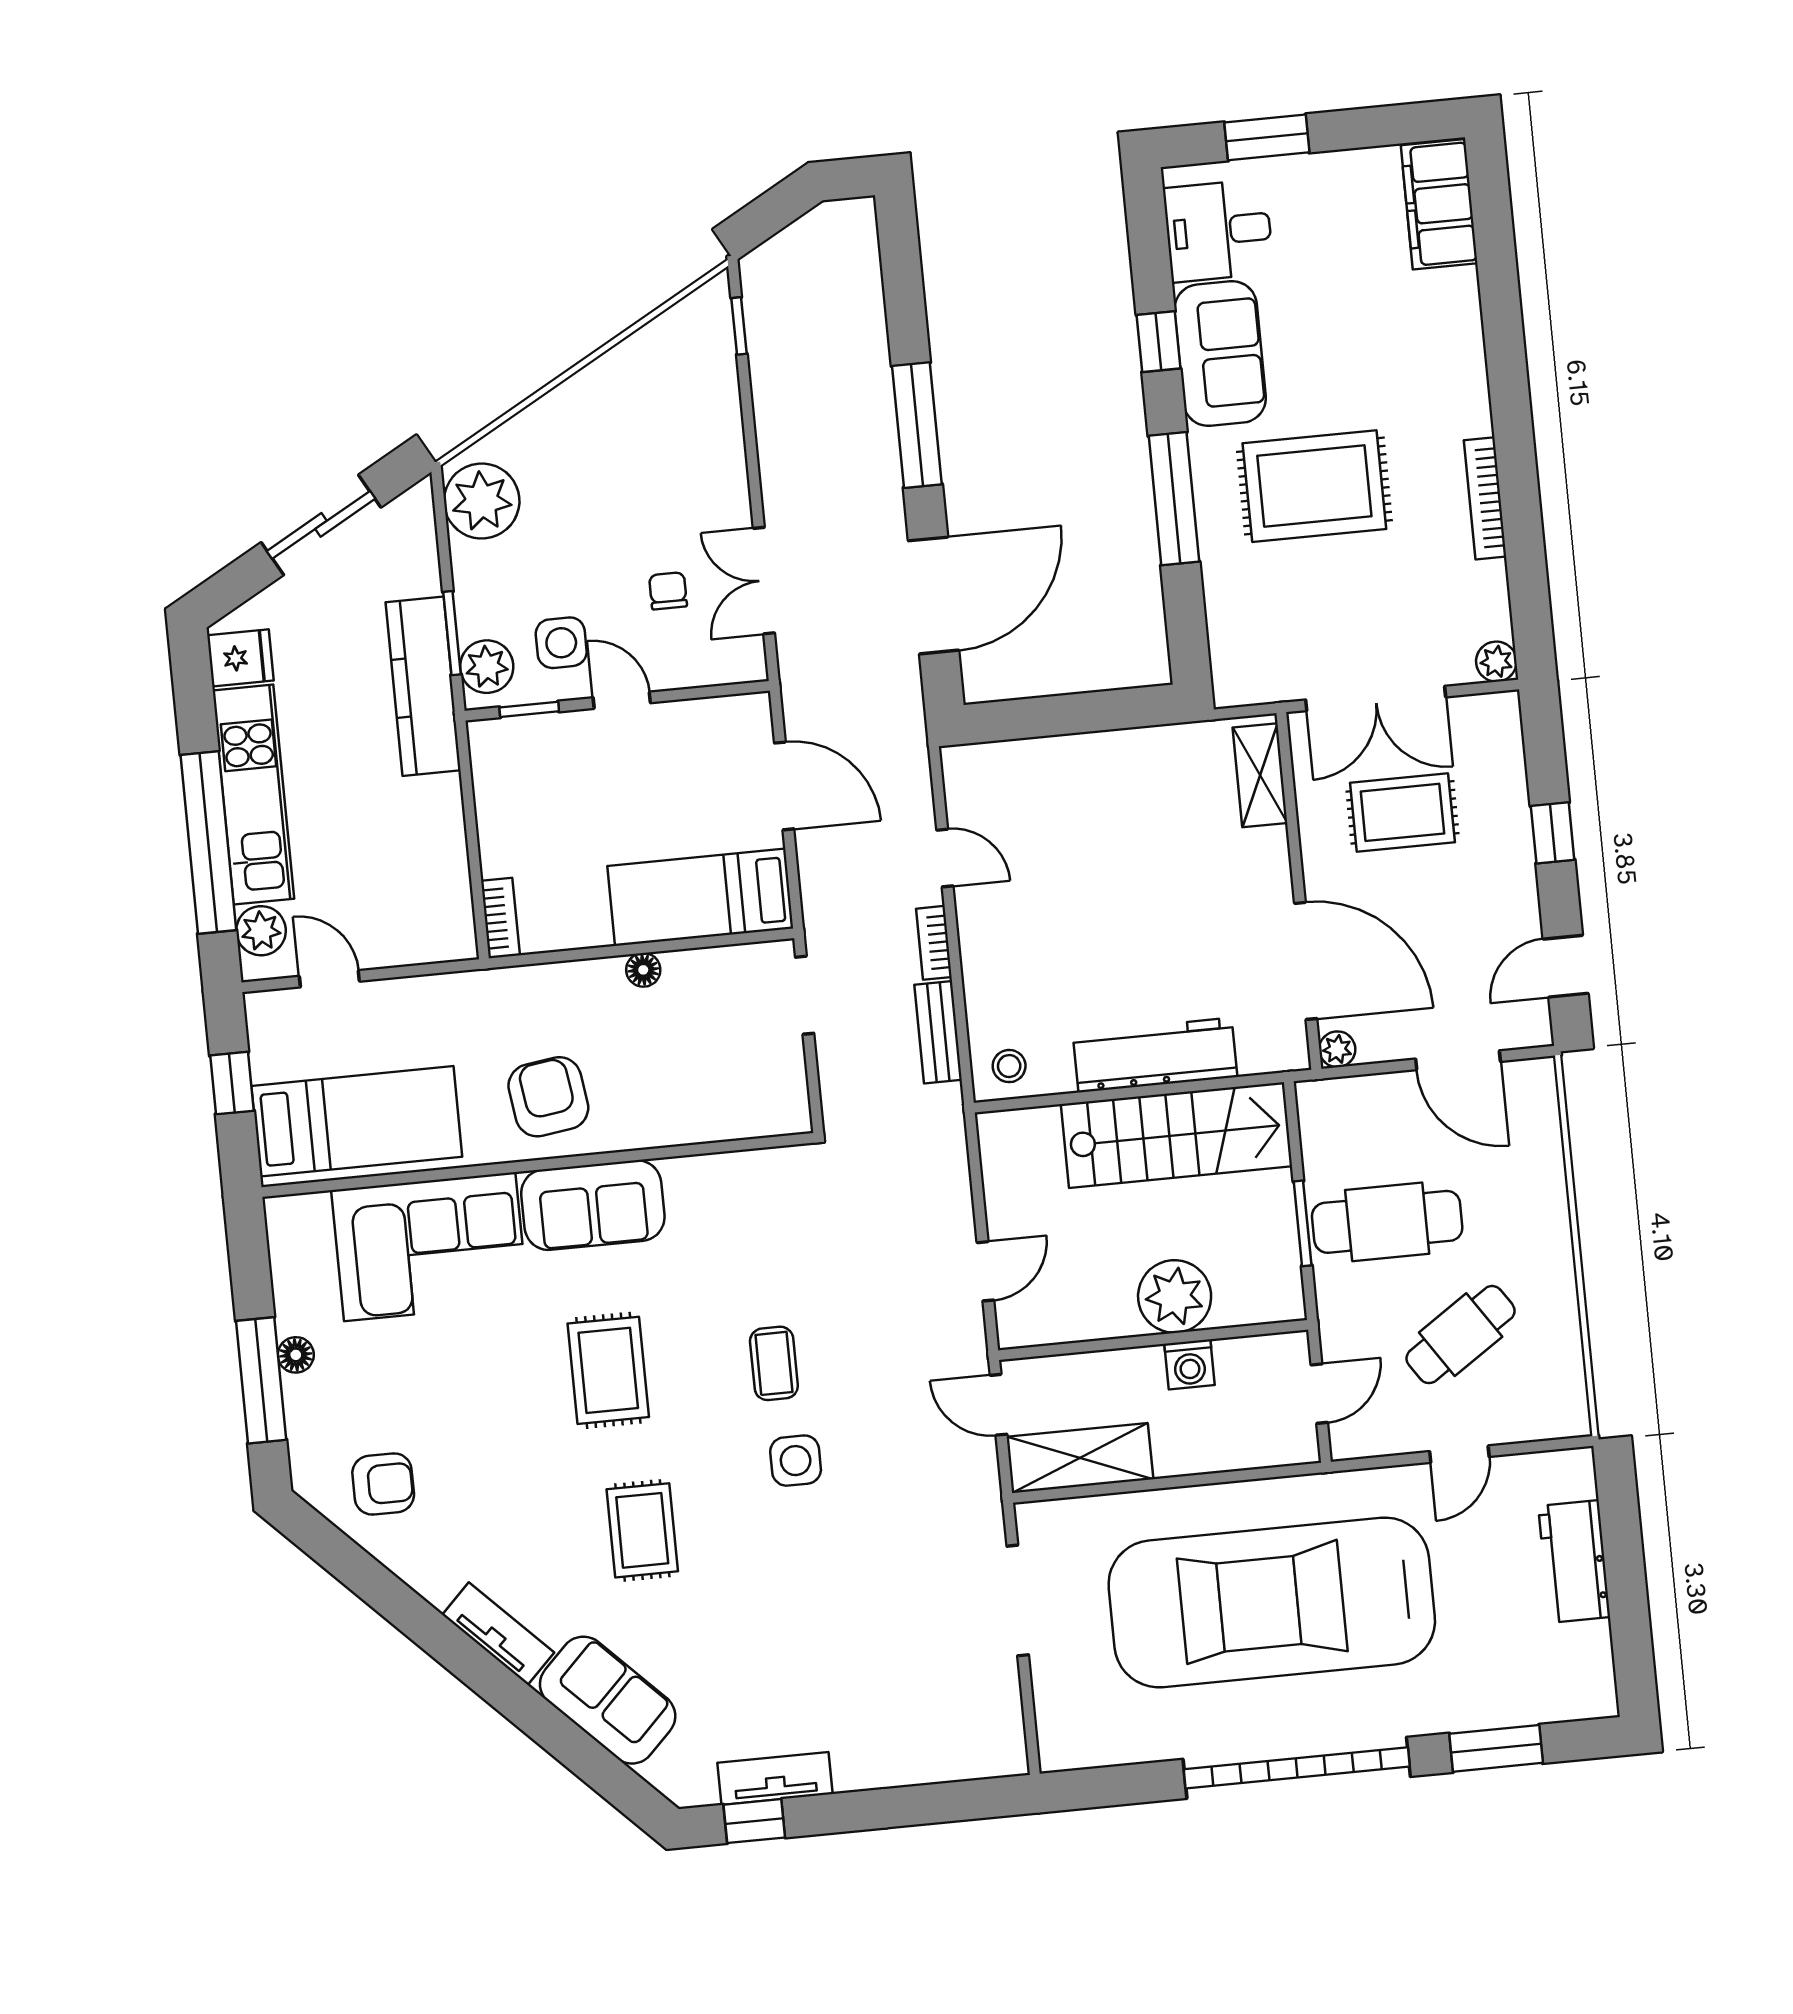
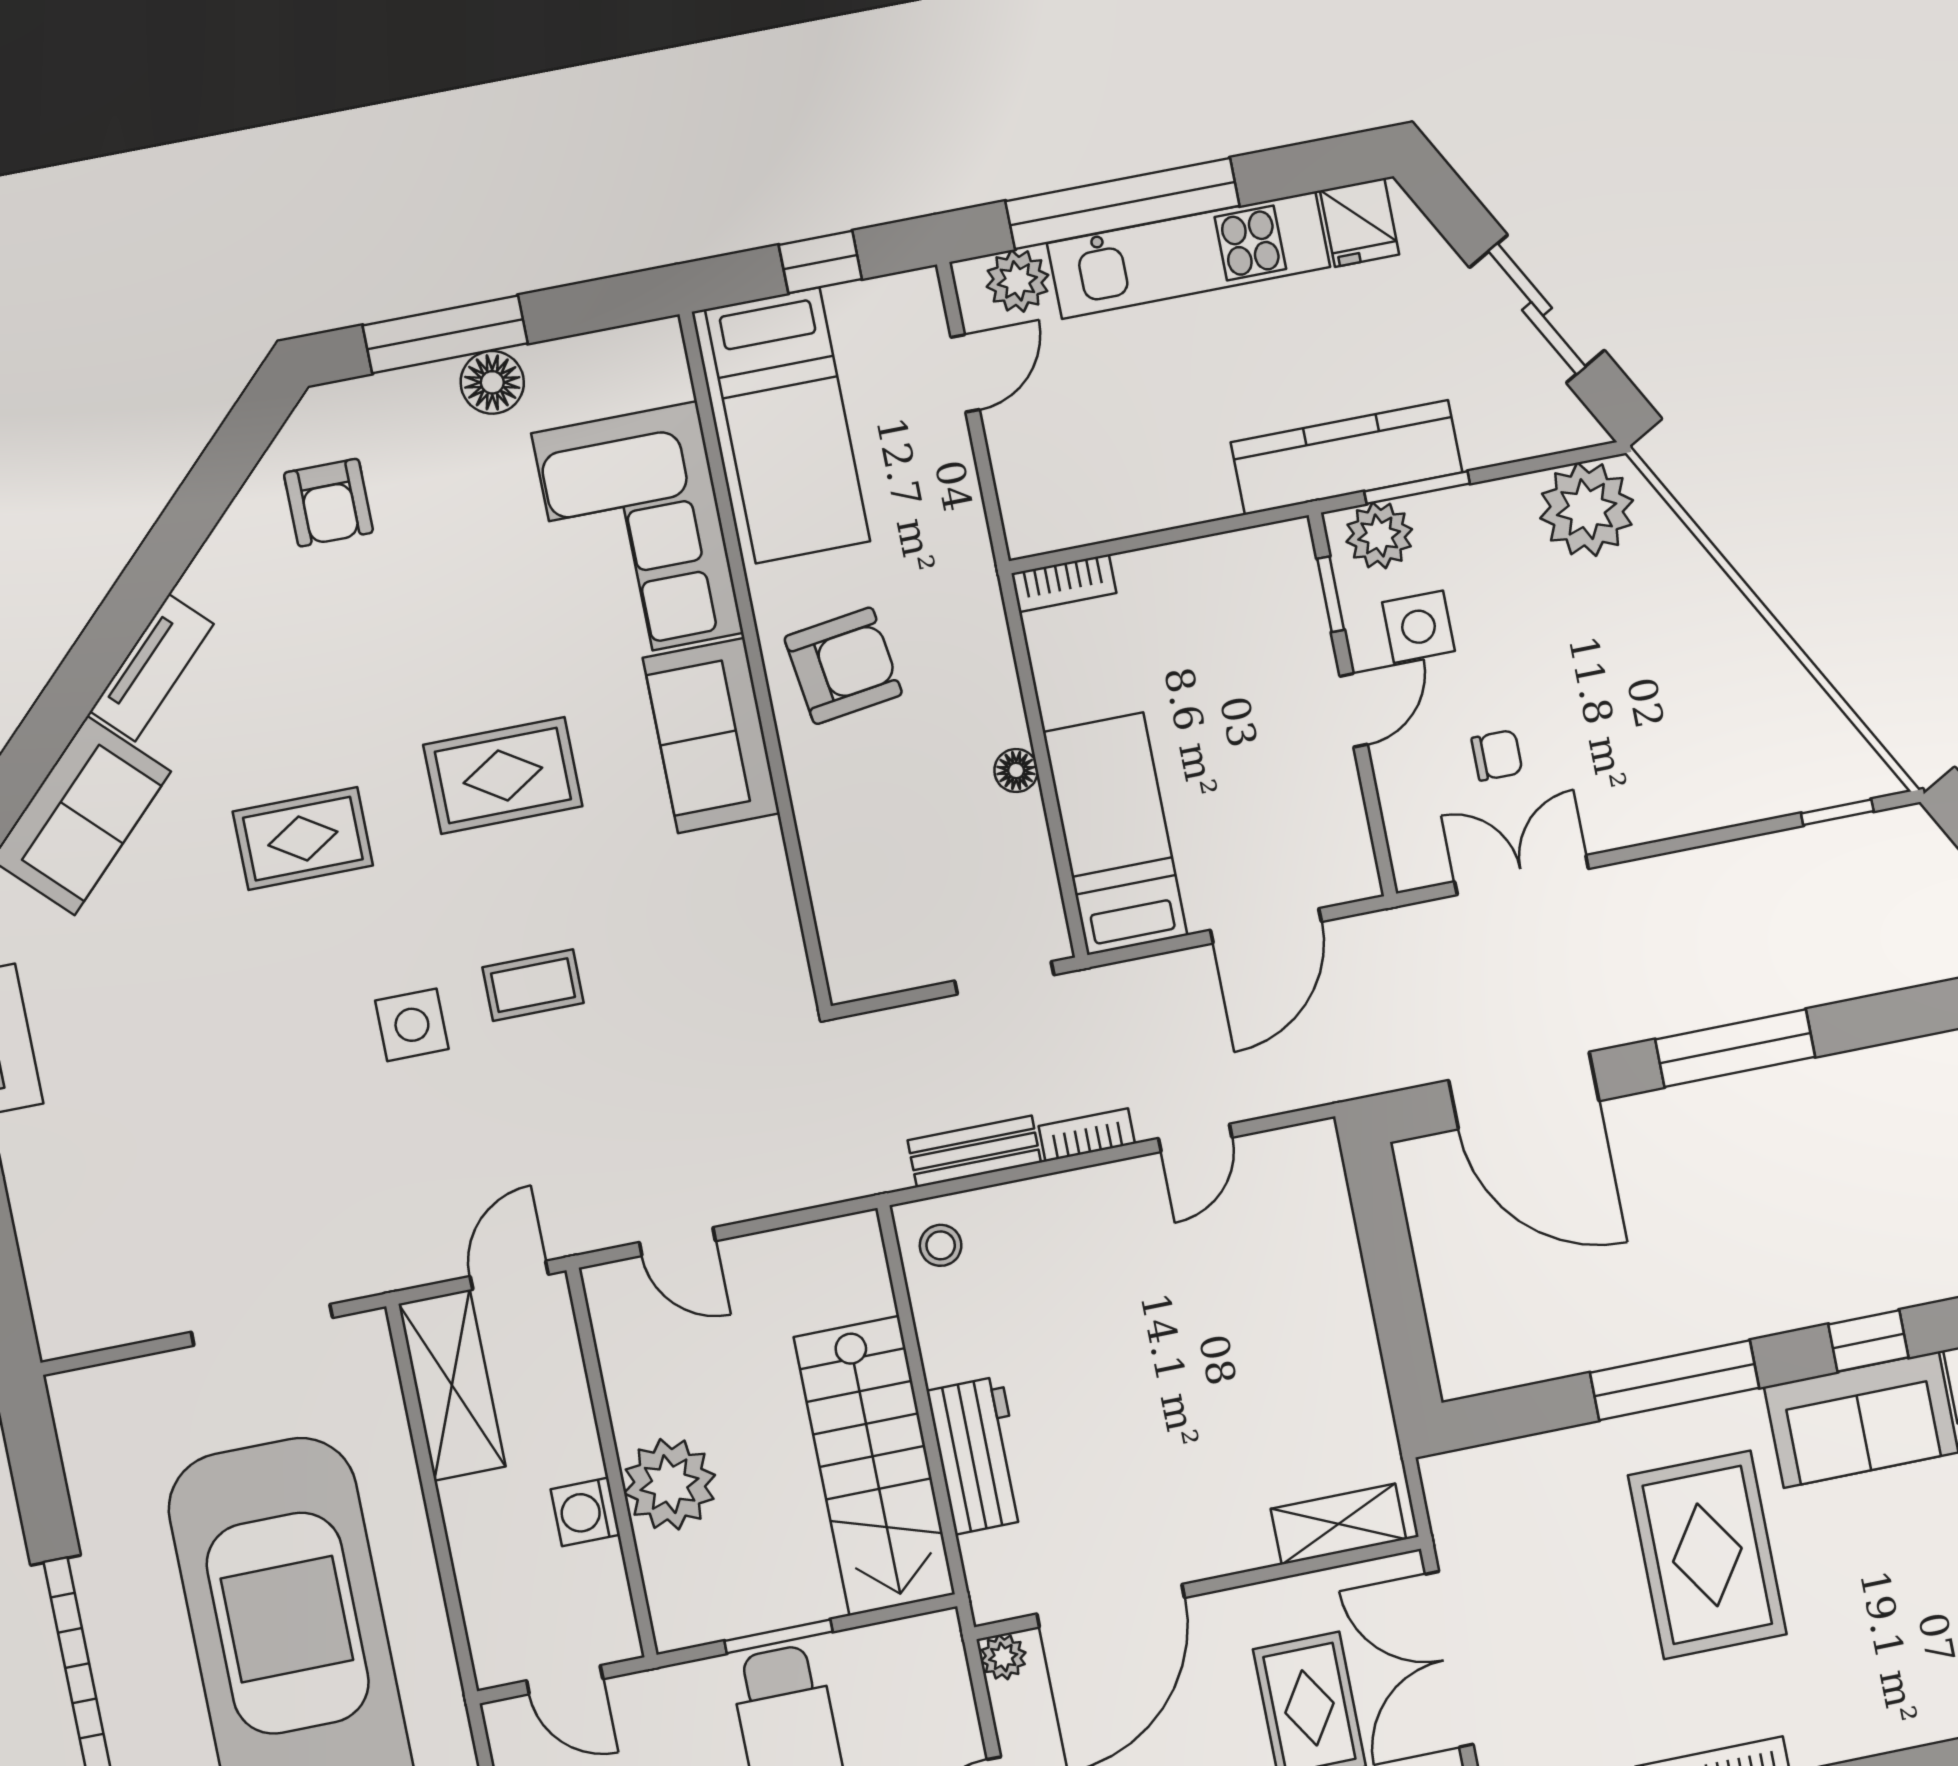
workbench: (1155, 1055) -> (978, 1455), width x0.73
floor lamp: (296, 1355) -> (492, 382), width x1.37, depth x1.37

